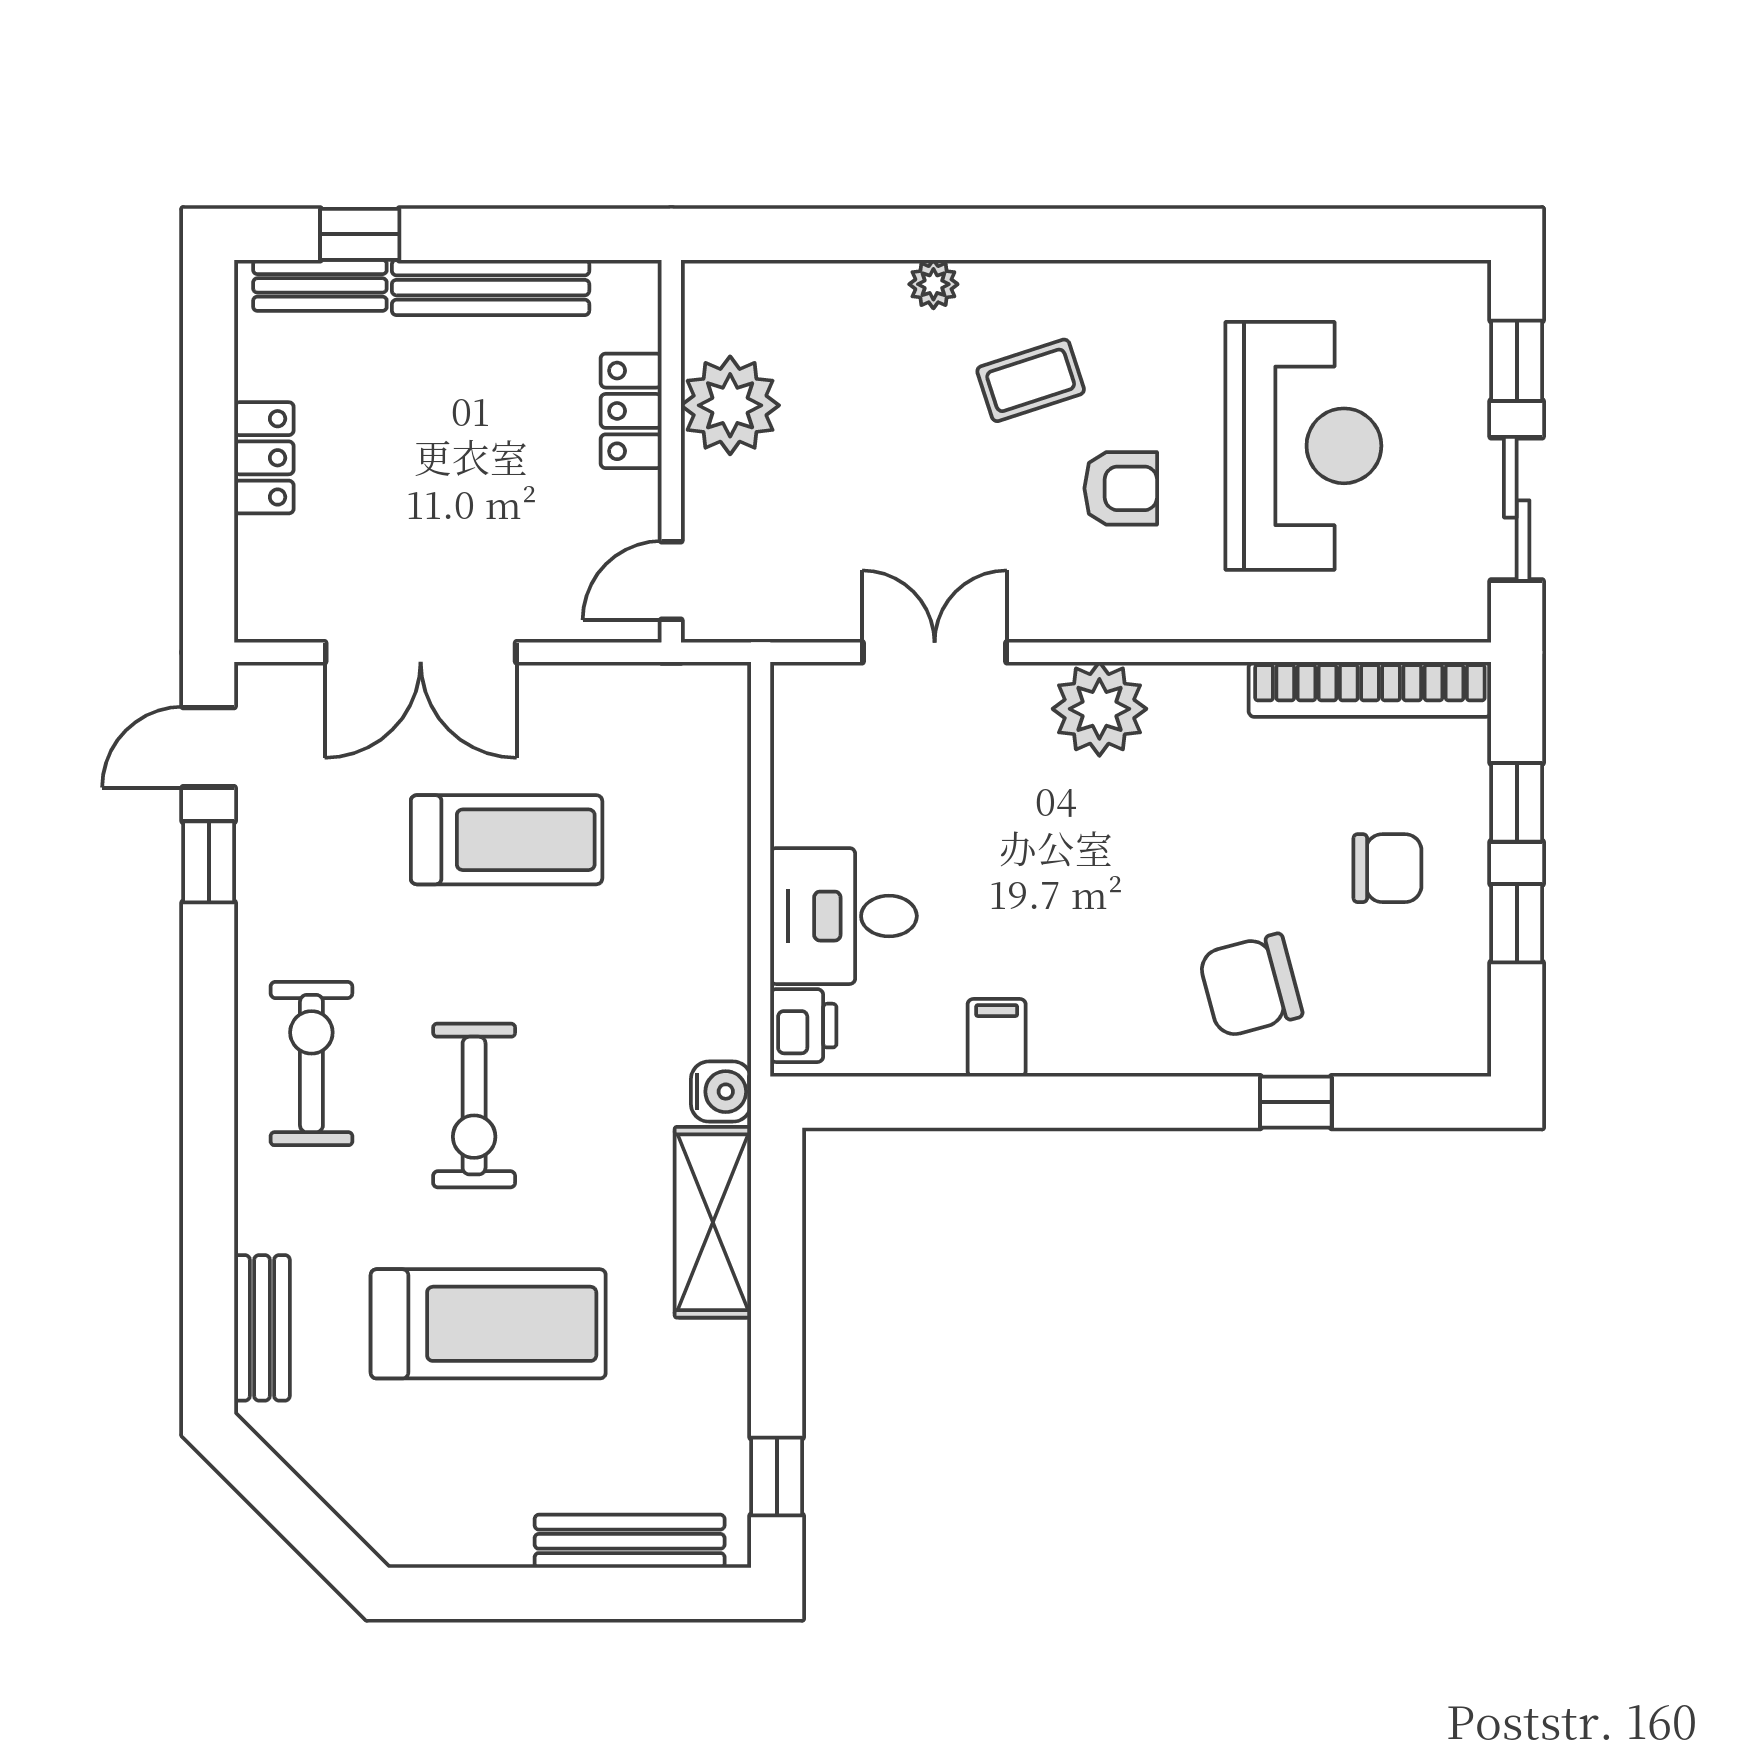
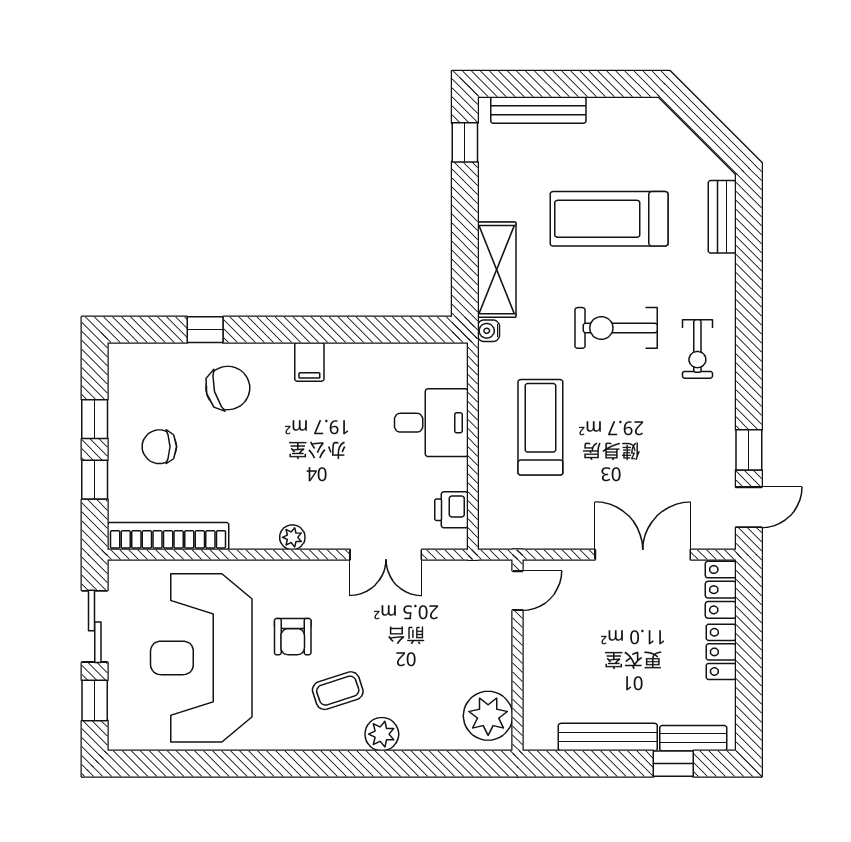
plant: (933, 284) -> (382, 734), width x1.38, depth x1.38
plant: (730, 405) -> (488, 716), moved
locker: (631, 411) -> (721, 590), moved, turned 180
reception desk: (1303, 446) -> (201, 658), width x1.36, depth x1.30
armchair: (1121, 488) -> (293, 637), turned -90
plant: (1099, 709) -> (292, 537), width x0.53, depth x0.53
treadmill: (507, 840) -> (540, 427), moved, turned 90
printer: (803, 1026) -> (451, 510), moved
filing cabinet: (997, 1038) -> (309, 362), moved
exercise bike: (311, 1063) -> (697, 349), width x0.73, depth x0.72
water cooler: (721, 1092) -> (488, 331), width x0.72, depth x0.72
exercise bike: (474, 1106) -> (616, 328), turned -90

